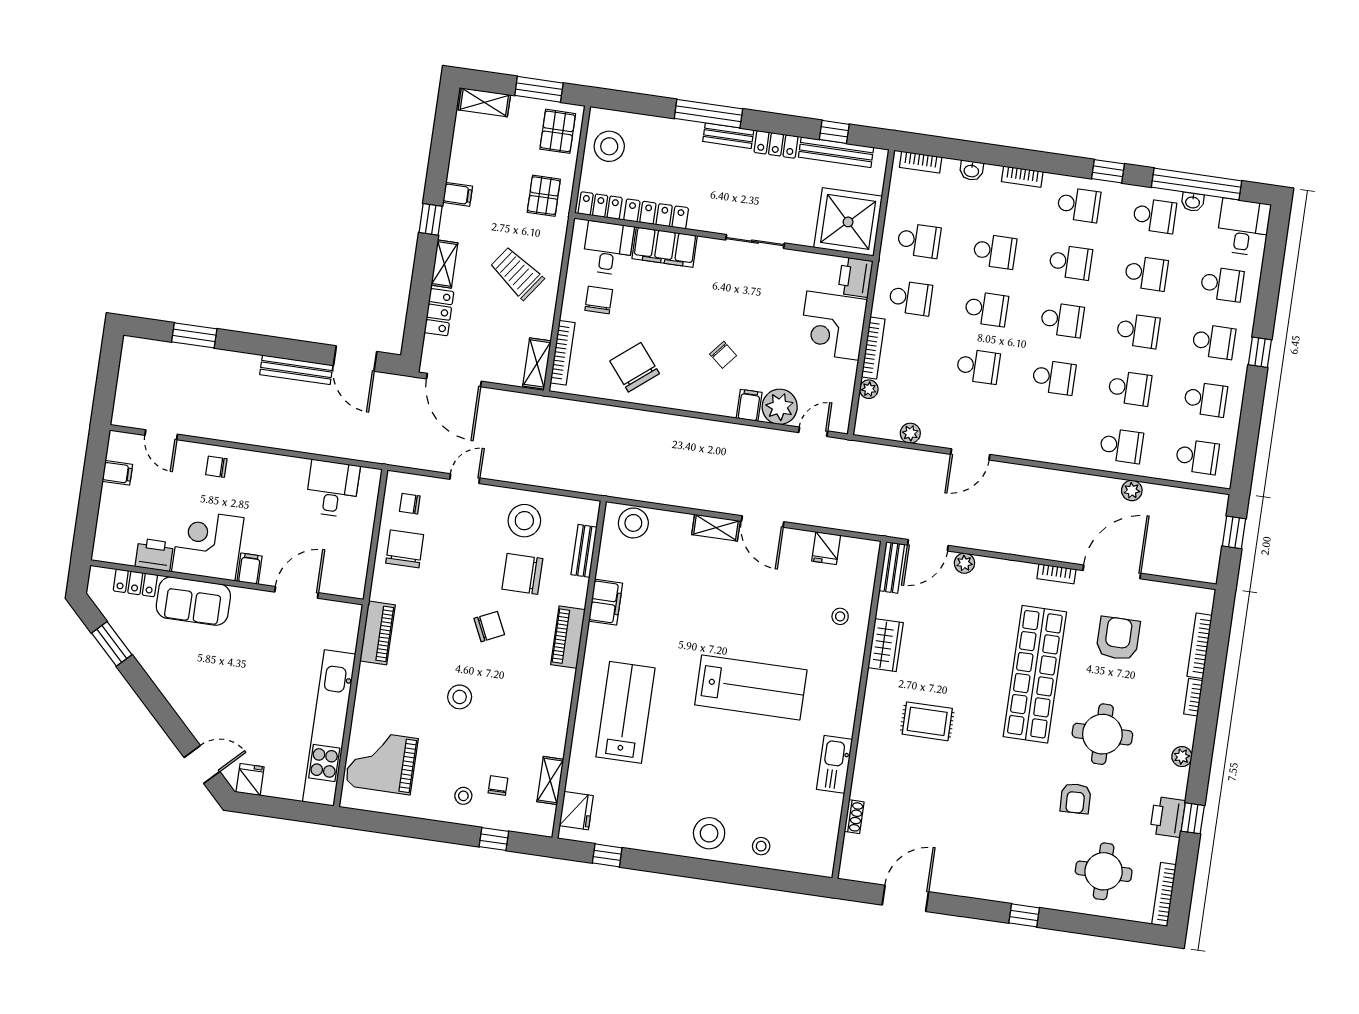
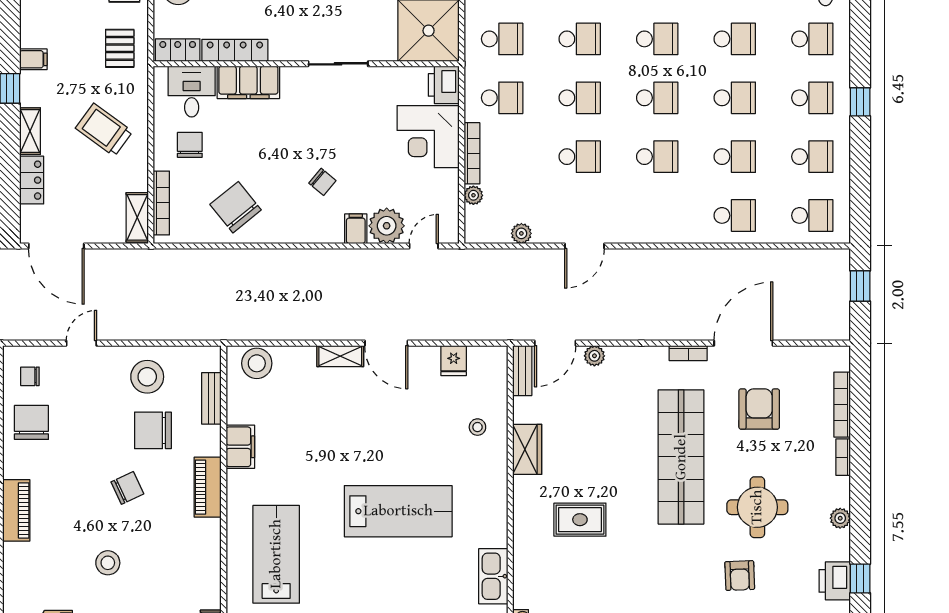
plant: (1132, 490) -> (752, 259), removed

